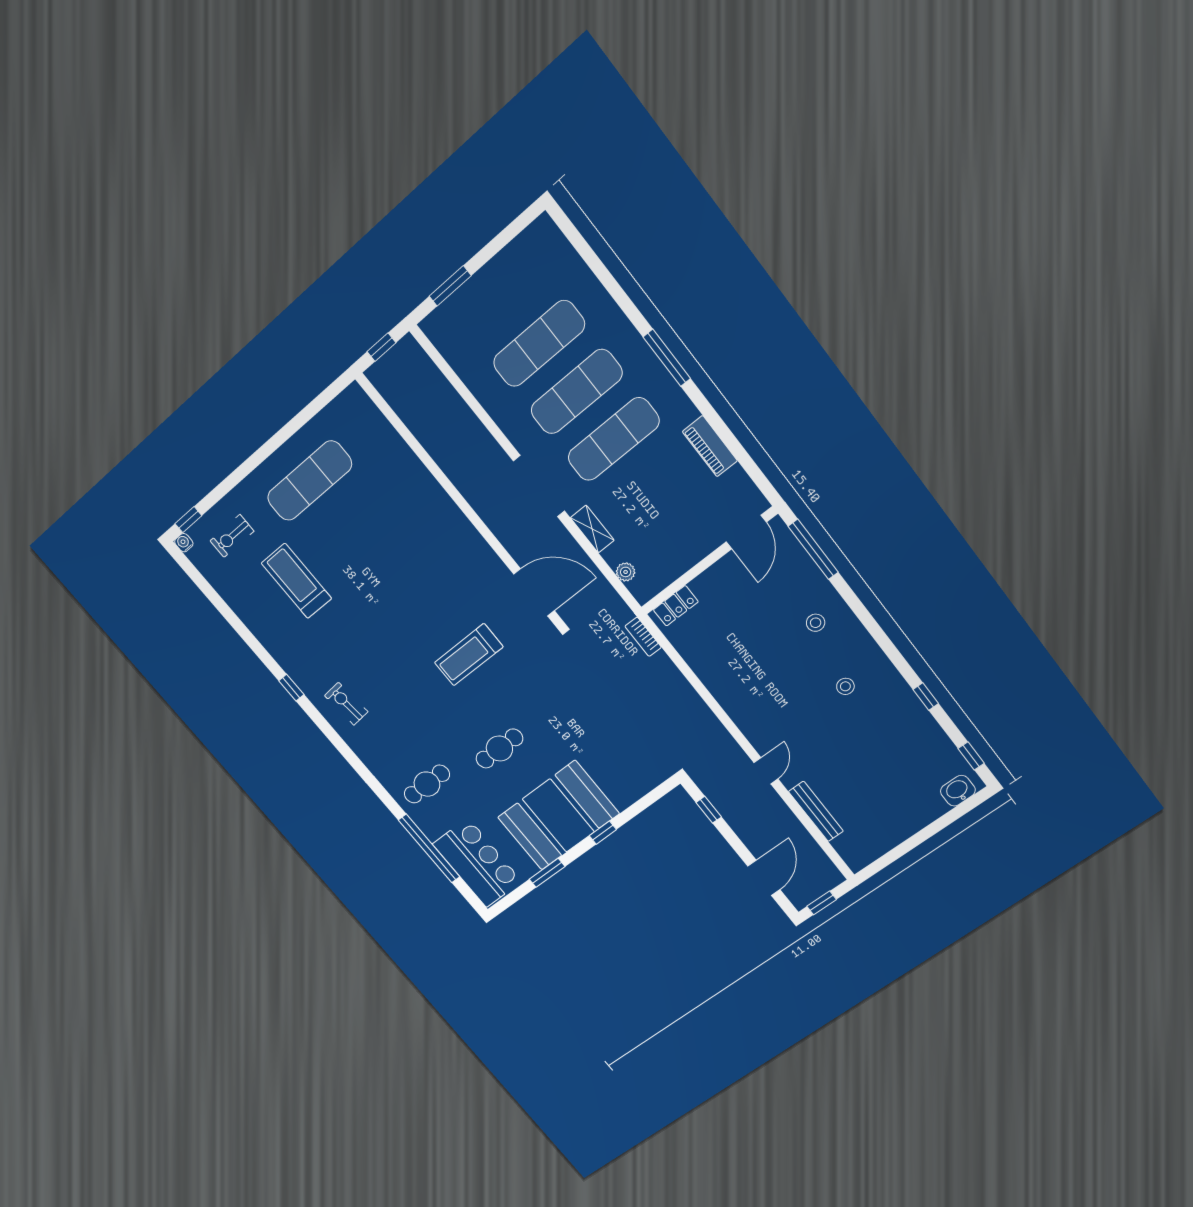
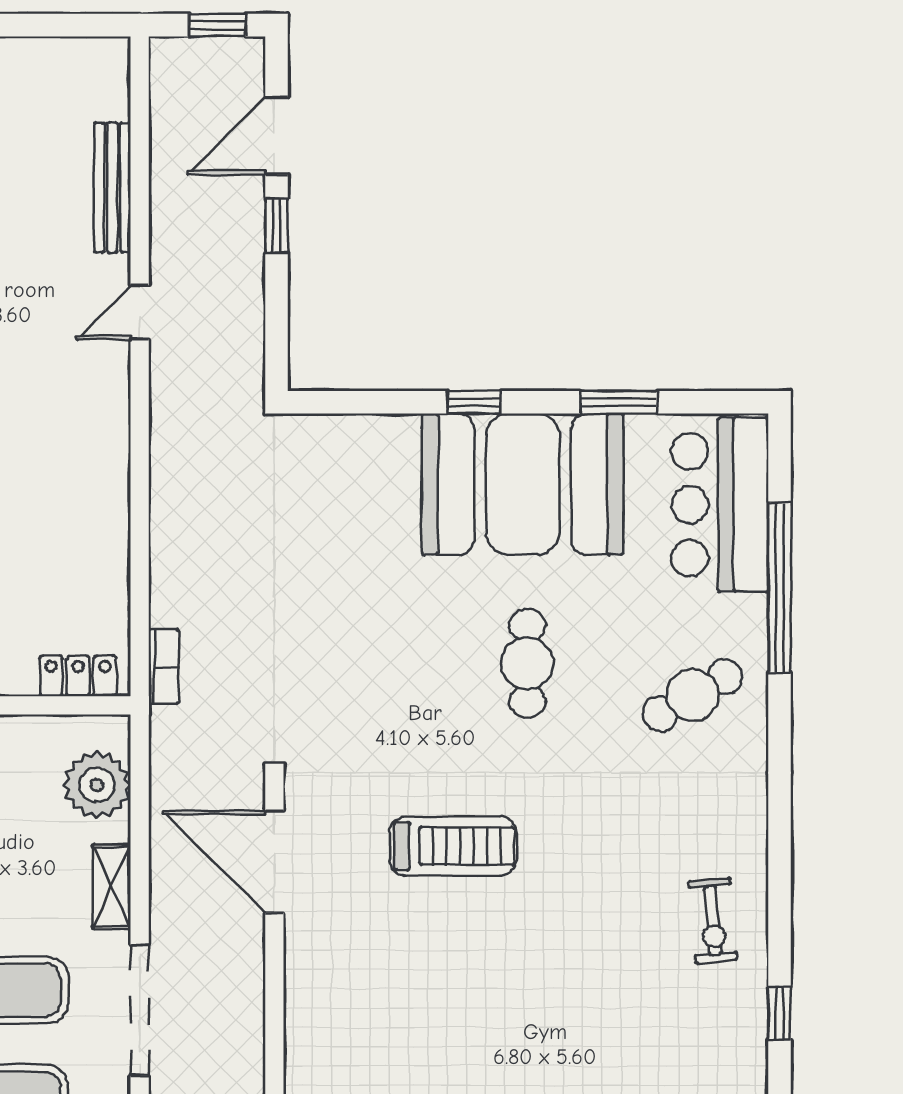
plant: (626, 572) -> (97, 785), width x1.88, depth x1.88
cafe table: (499, 749) -> (527, 663), turned 90
cafe table: (427, 784) -> (693, 695), turned -30
window: (709, 810) -> (277, 226), moved

